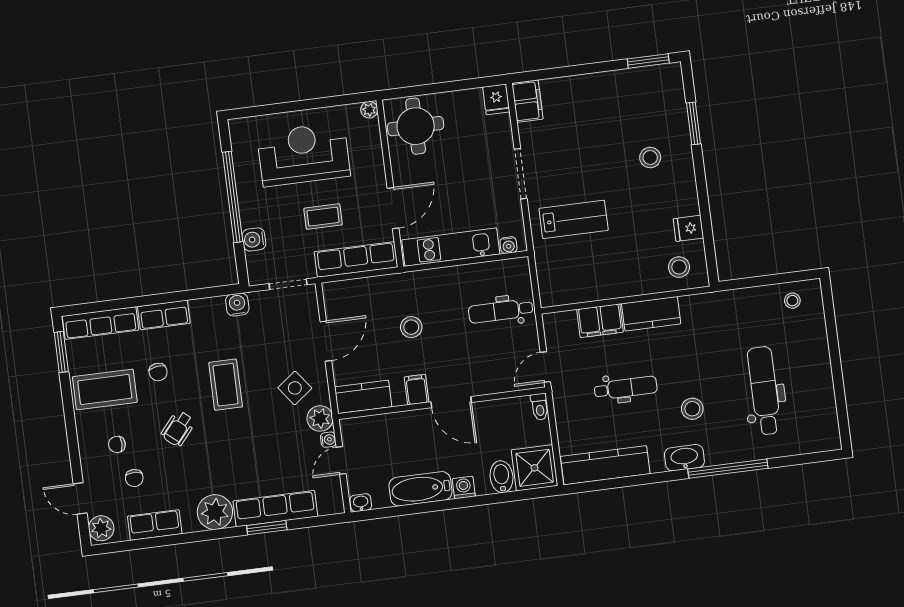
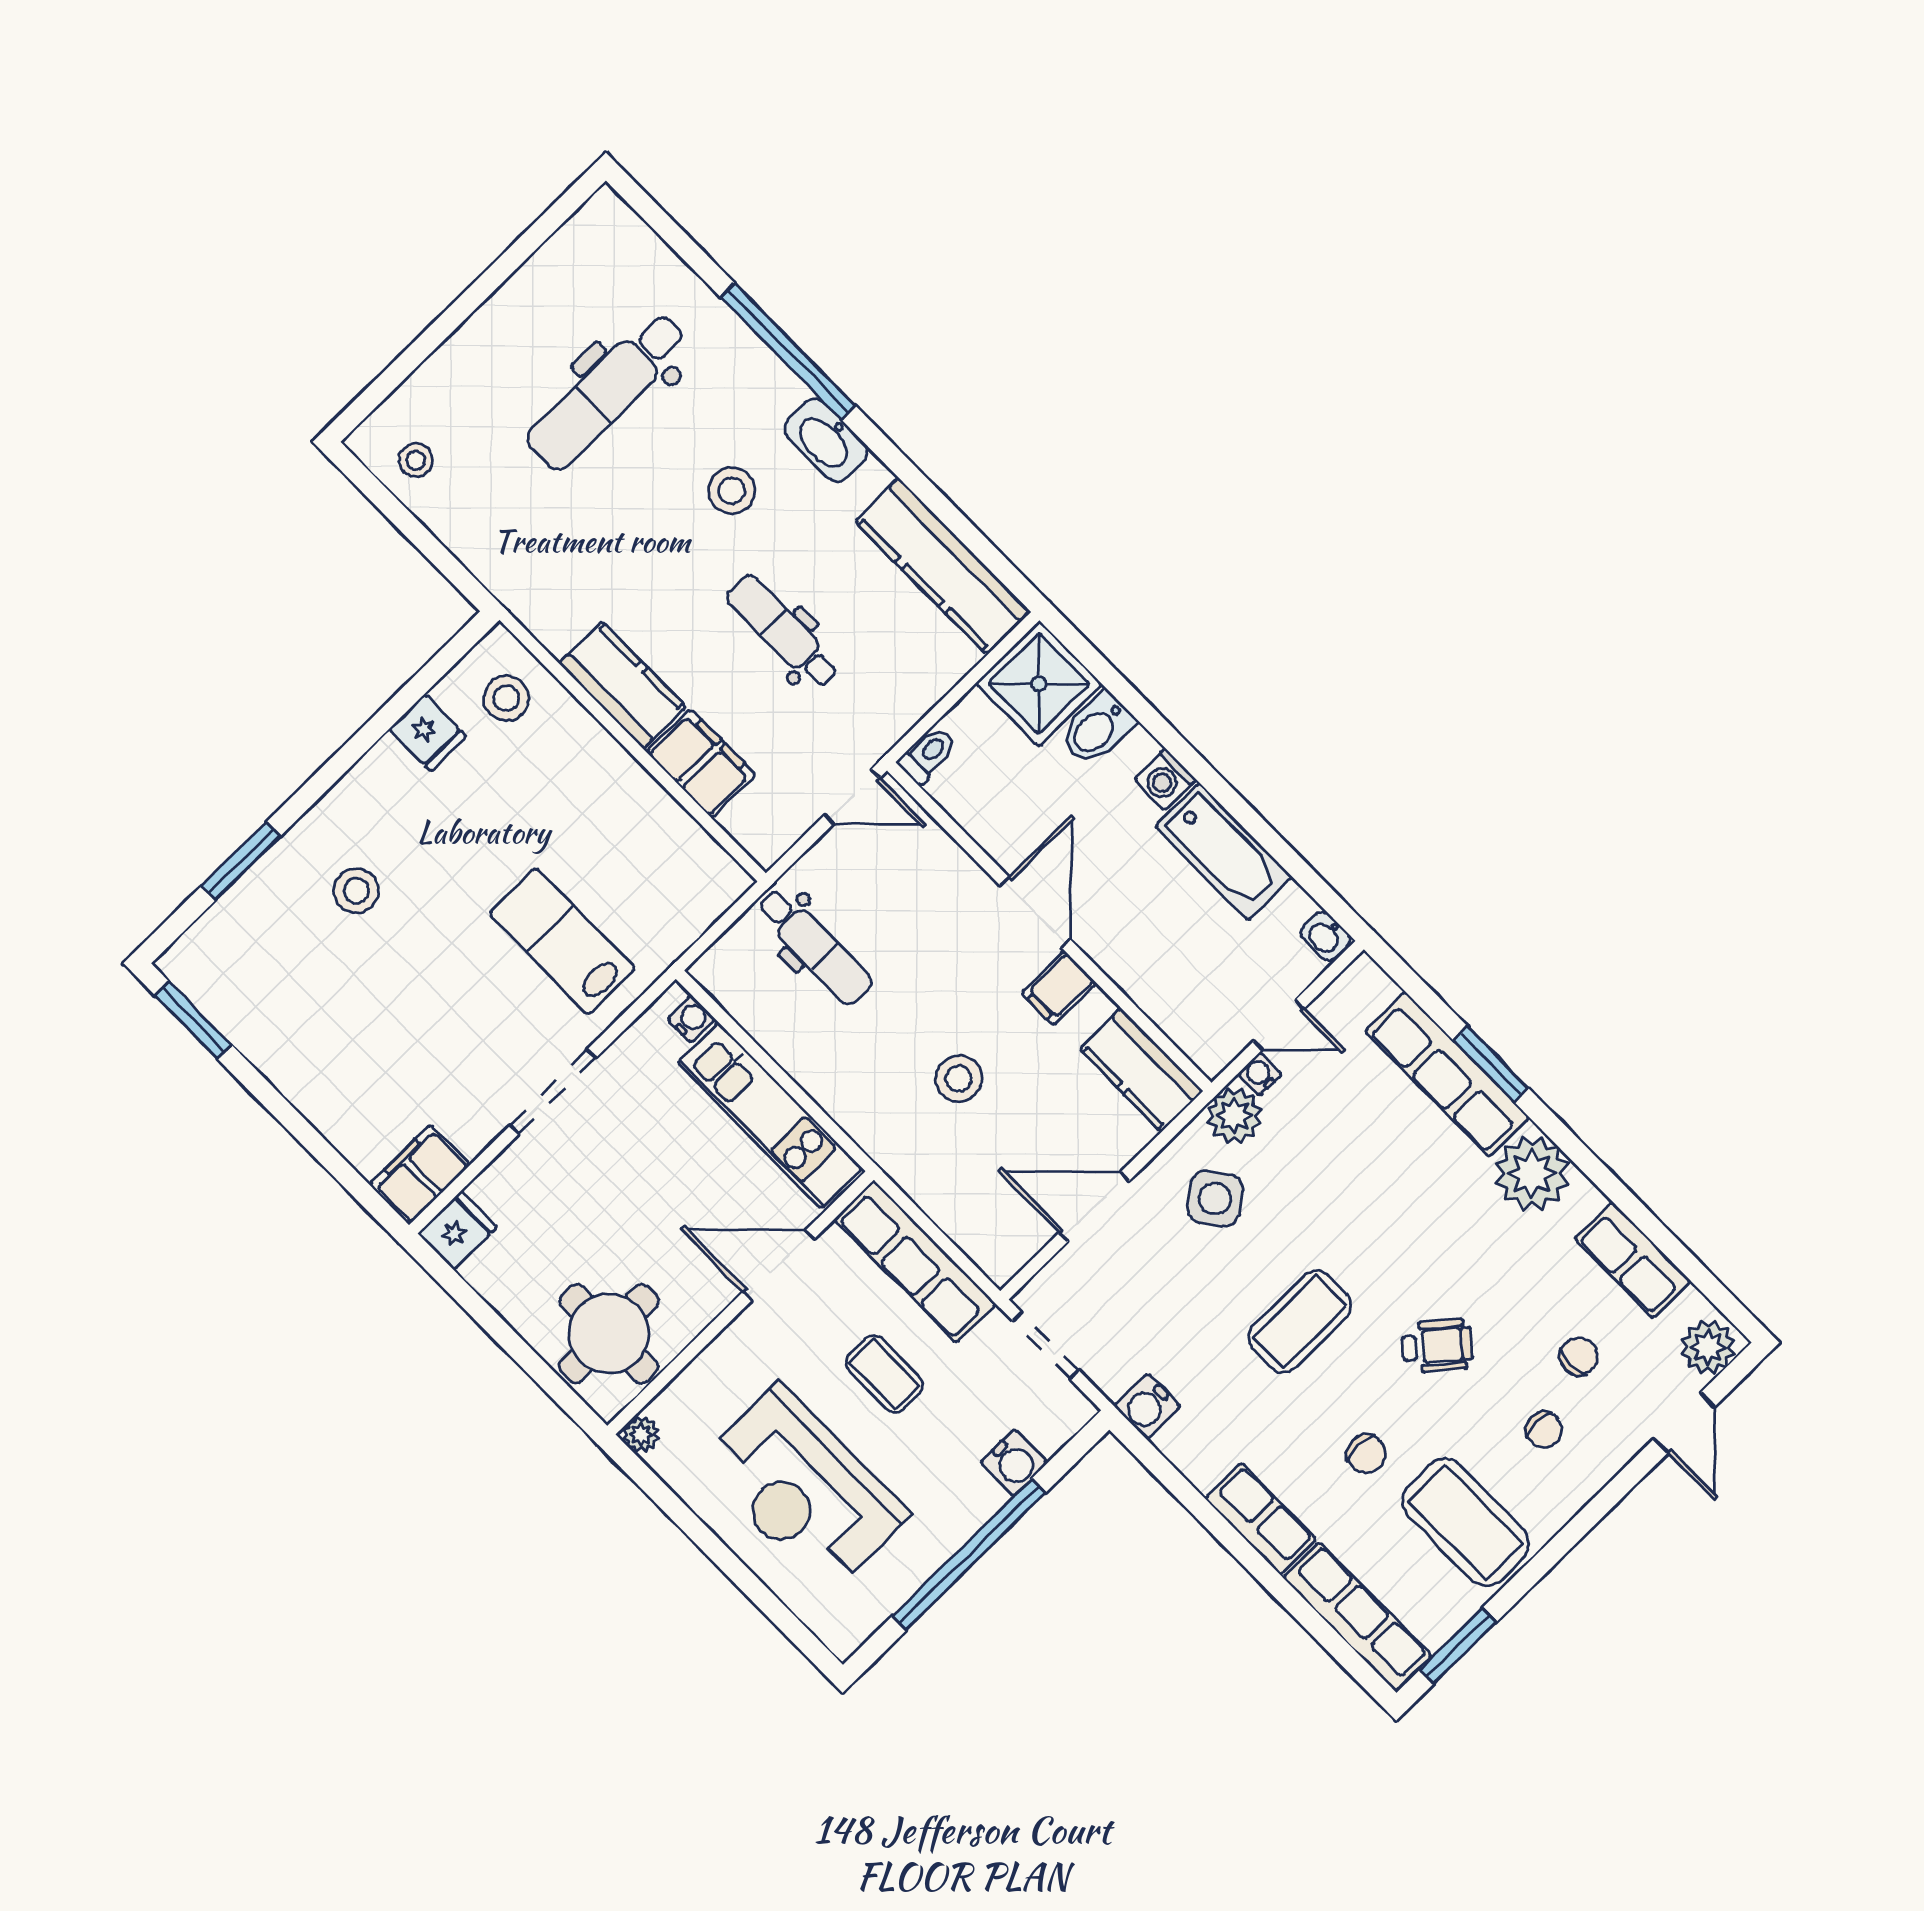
chair: (158, 372) -> (1366, 1454), turned 98

